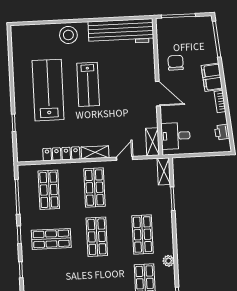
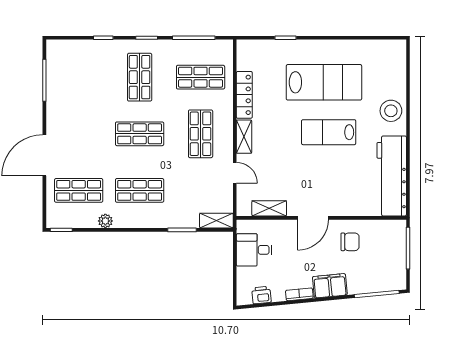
desk: (175, 136) -> (254, 250), moved, turned -90
shelving: (152, 142) -> (269, 208), moved
shop shelf: (94, 188) -> (201, 134), turned 90

